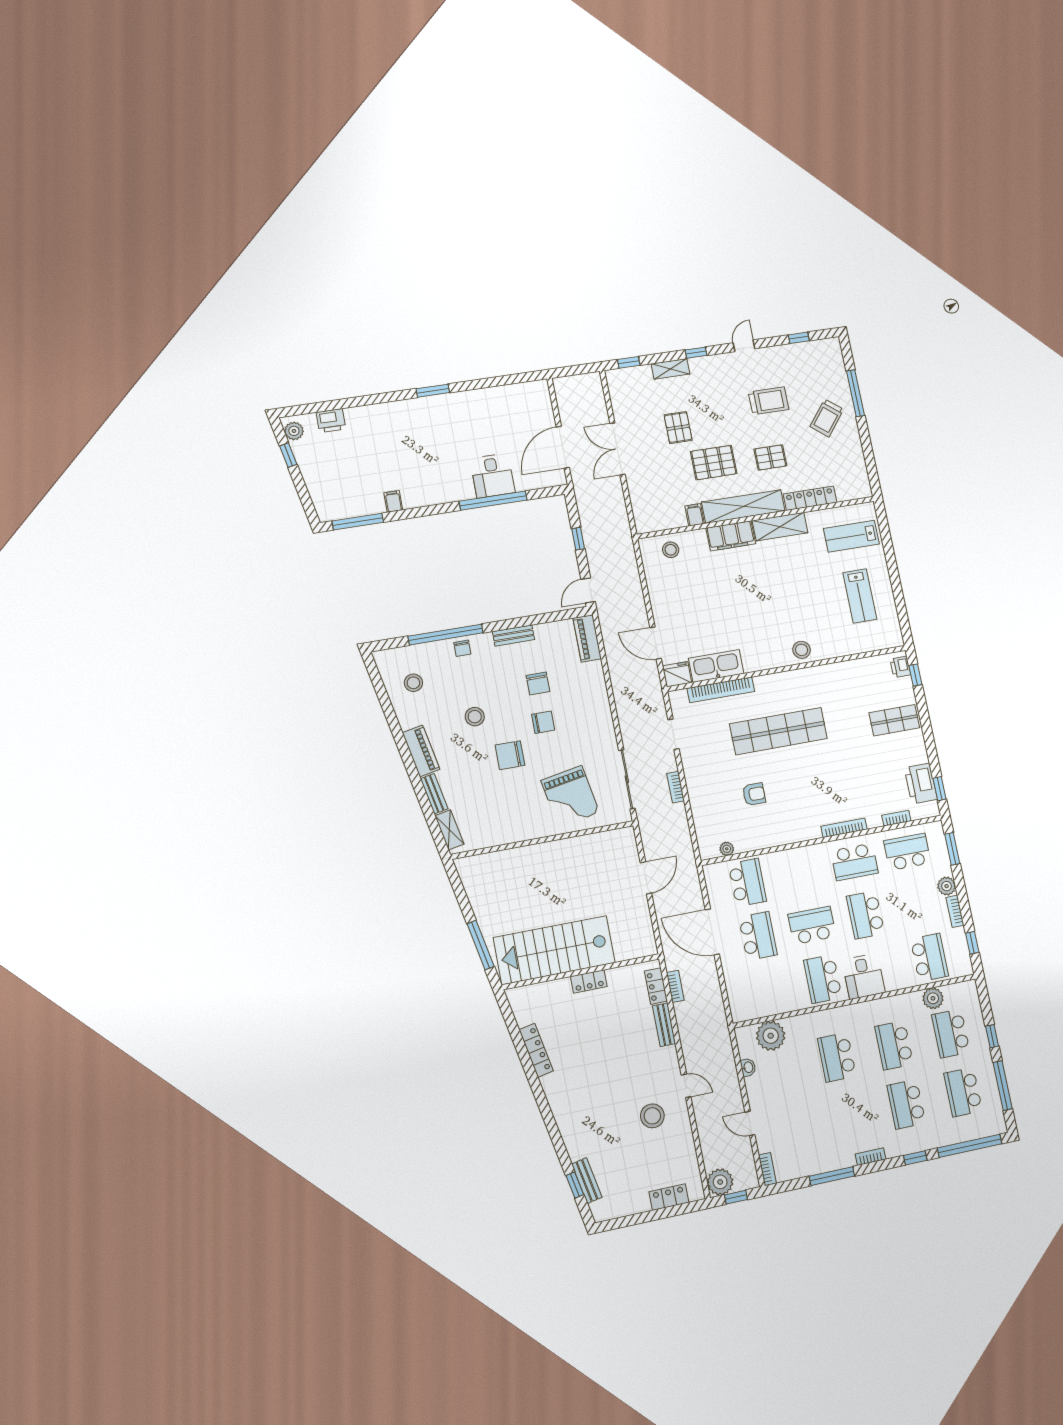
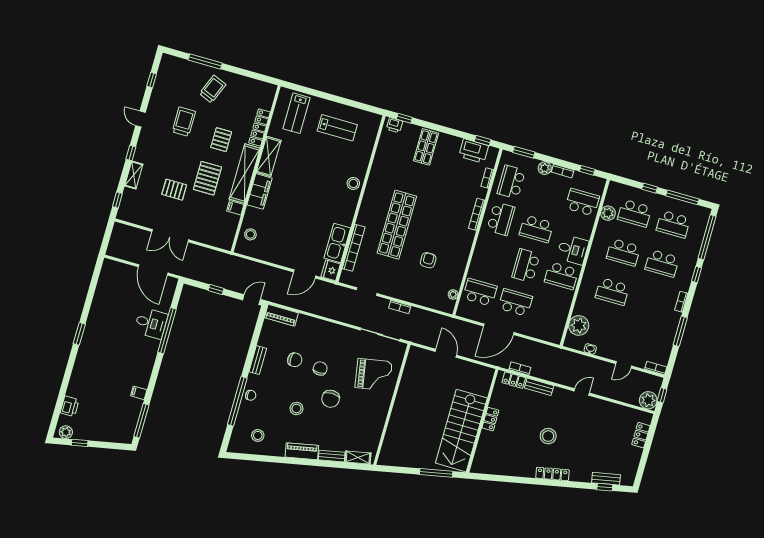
trolley: (827, 418) -> (213, 89), turned -107
door: (588, 590) -> (252, 300), swing flipped
locker: (536, 1050) -> (552, 474), moved
stool: (652, 1116) -> (548, 436), moved

